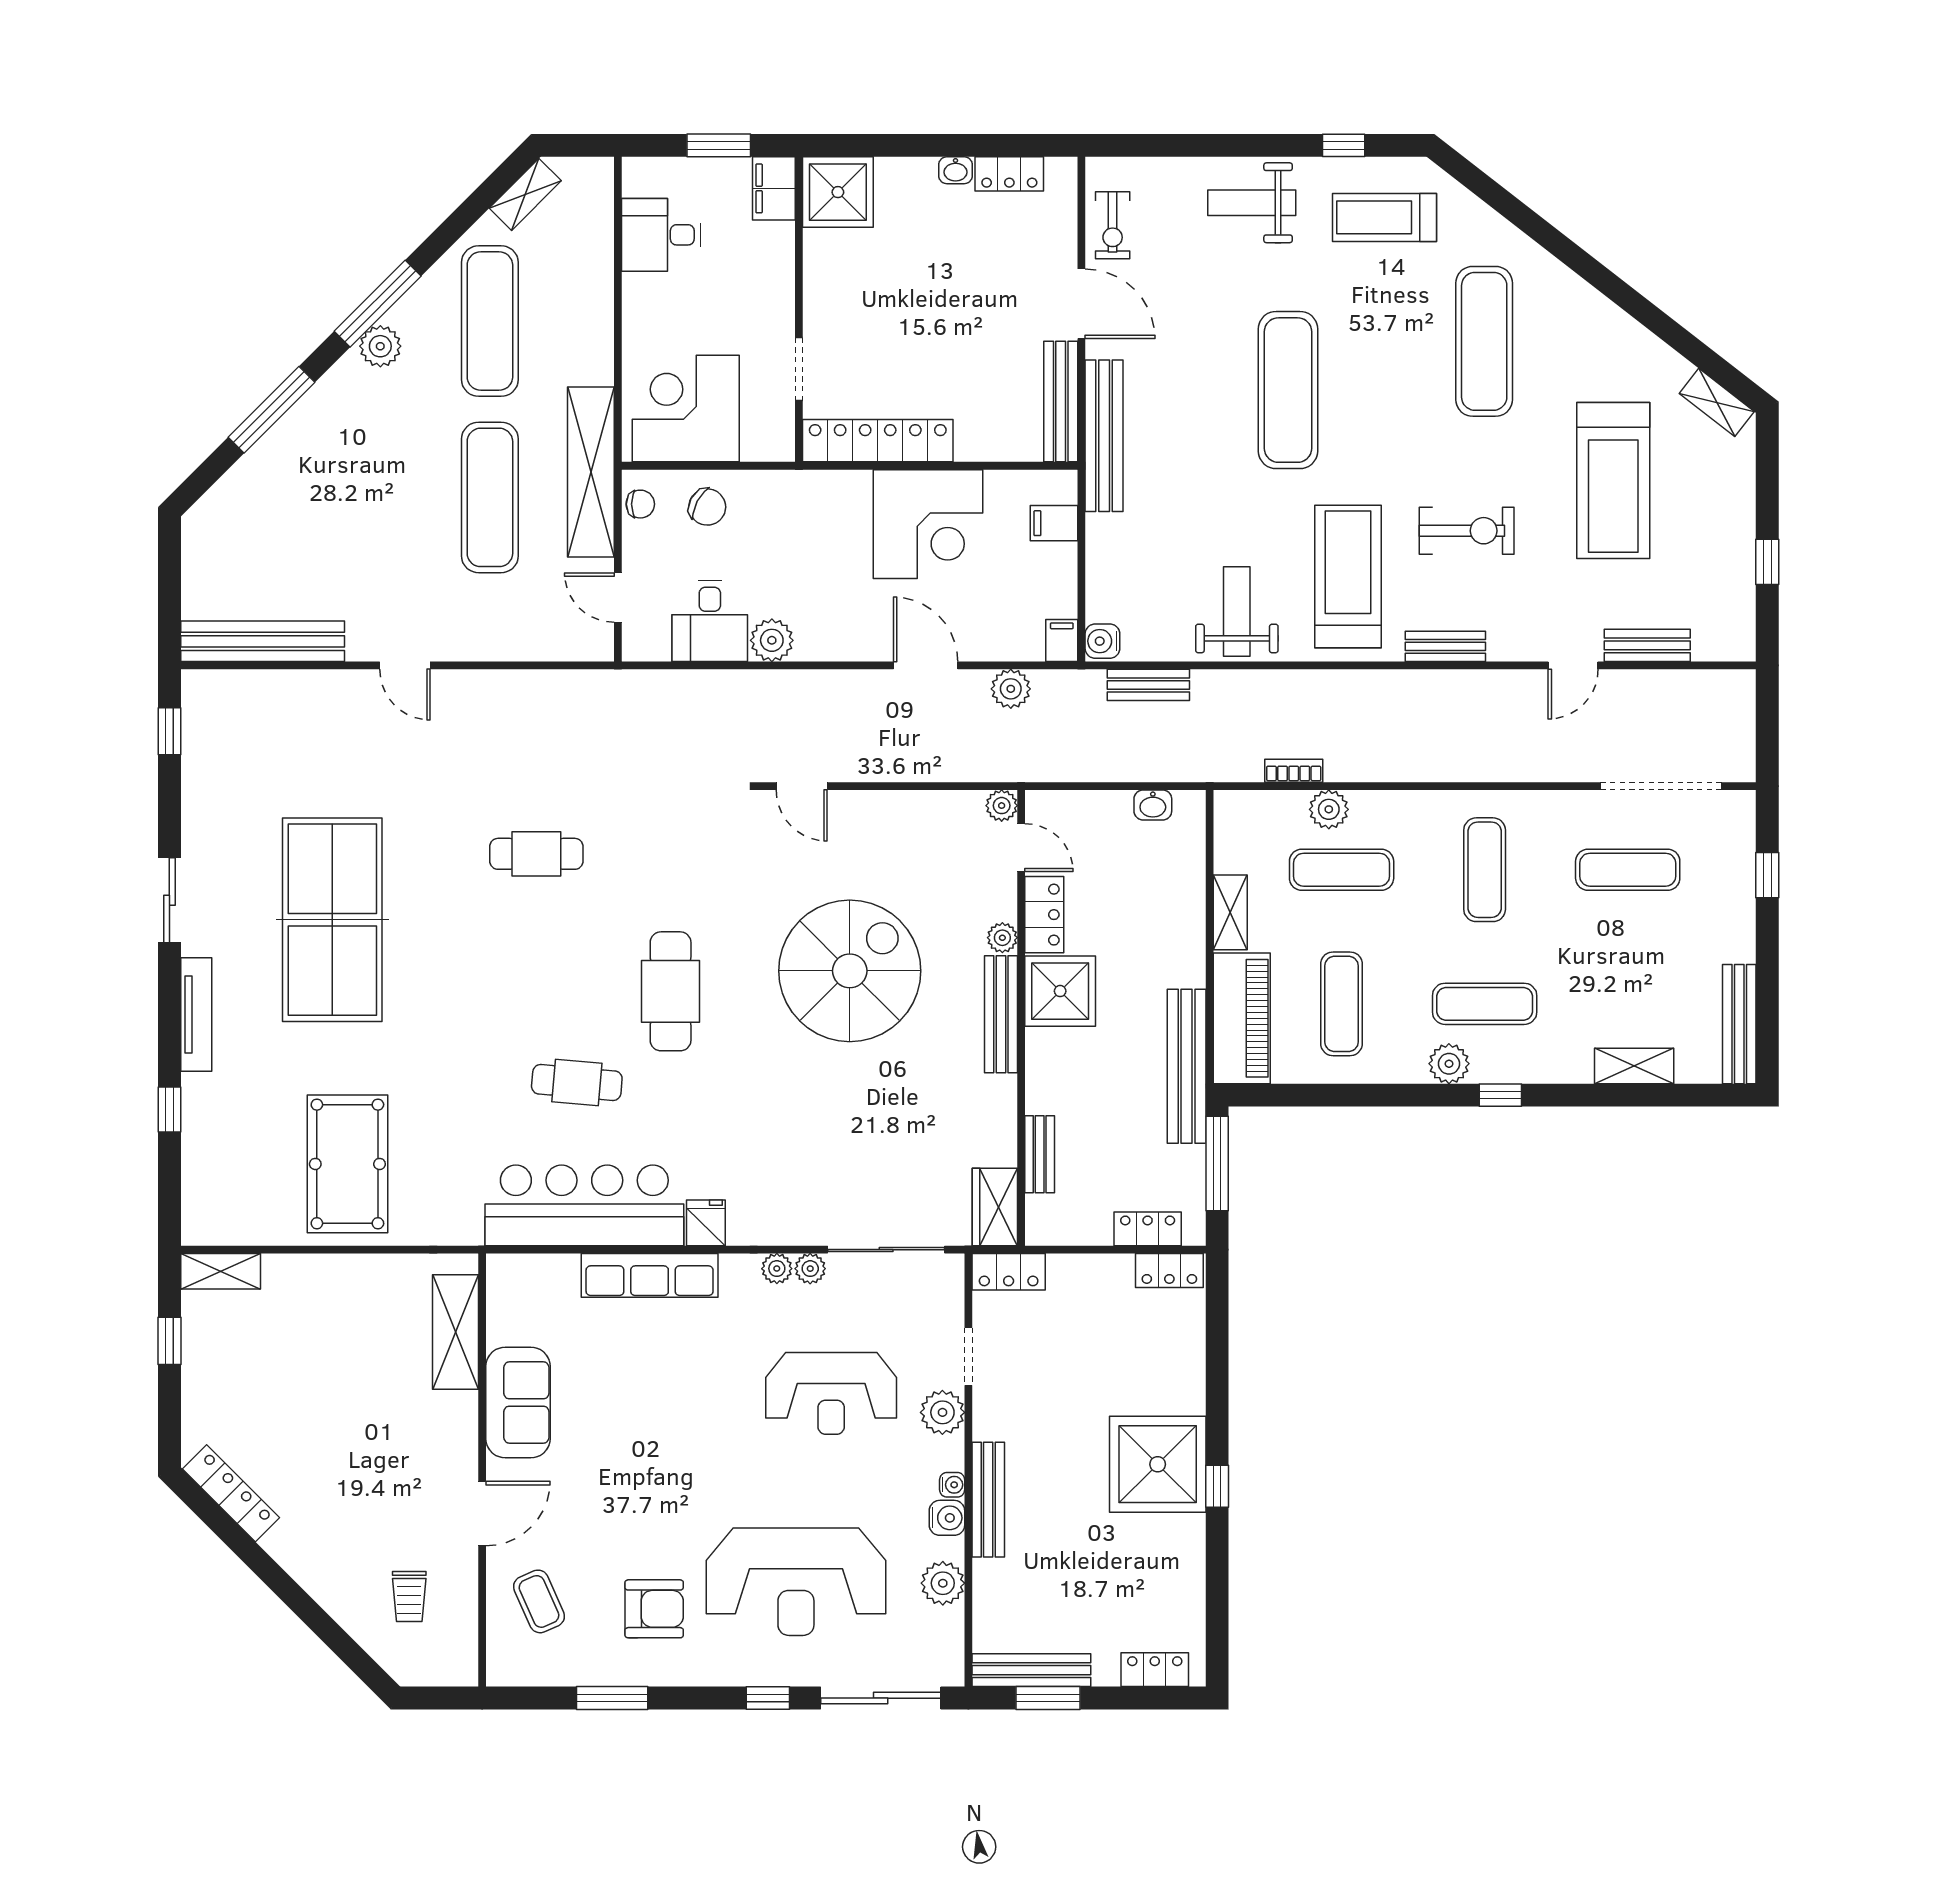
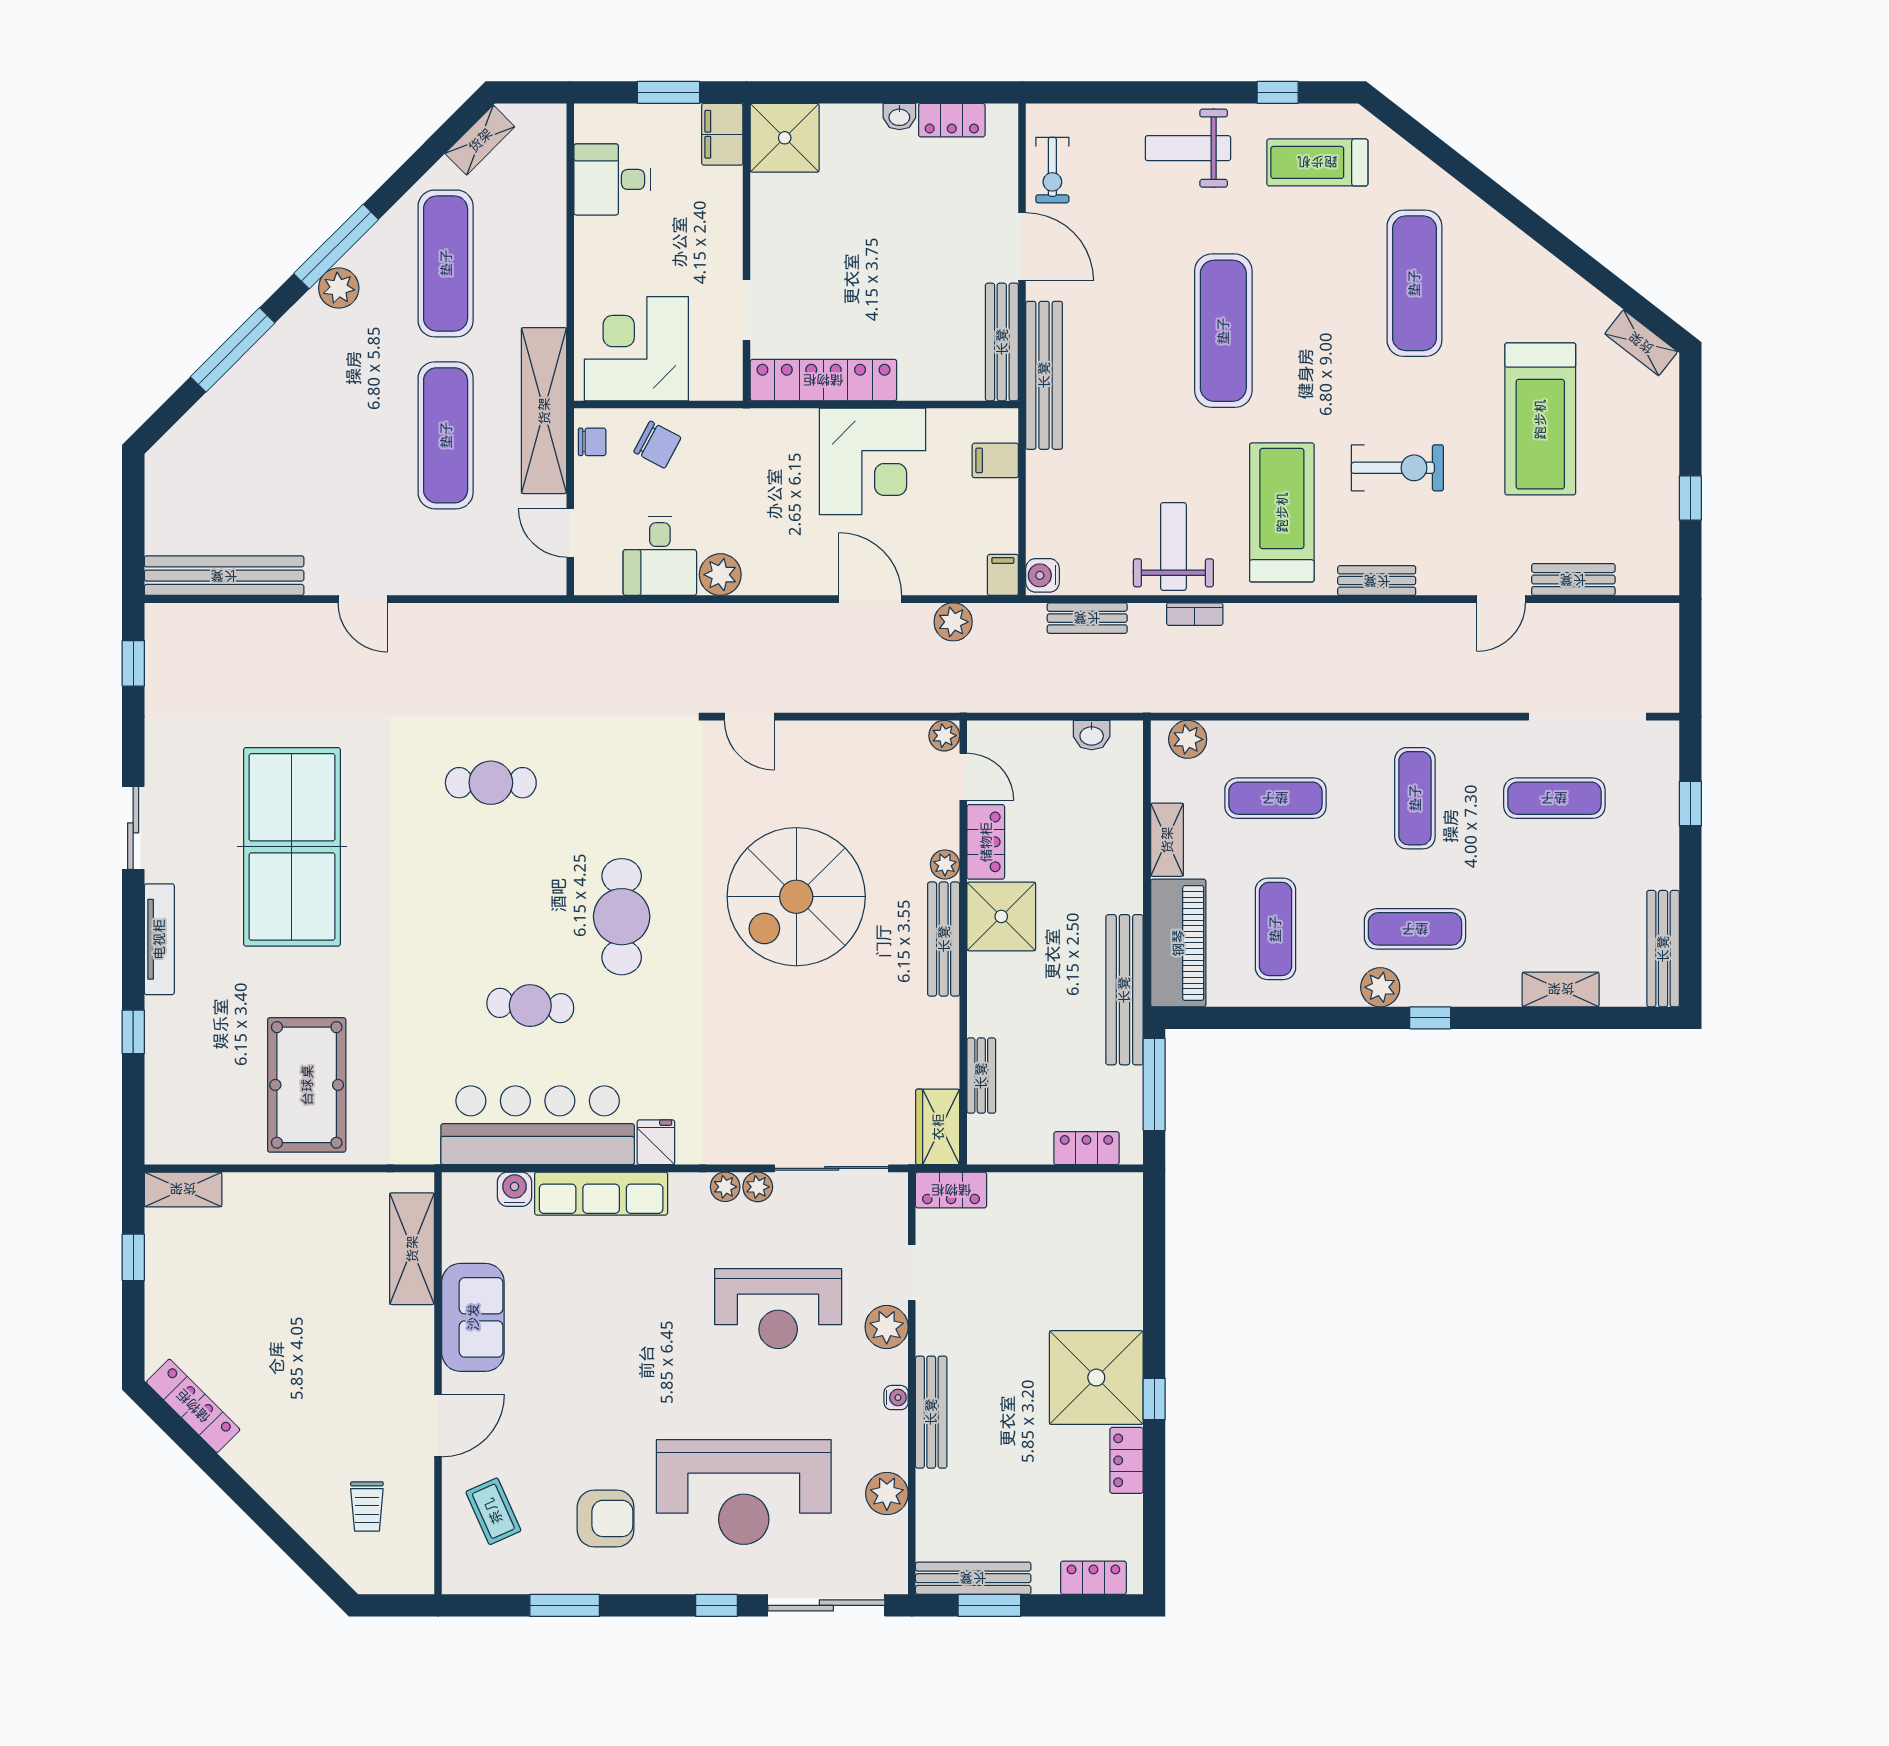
bookcase: (1294, 771) -> (1195, 614), moved, turned 180
plant: (1329, 809) -> (1188, 739), moved
spiral stairs: (850, 971) -> (796, 897), turned 180
locker: (1169, 1270) -> (1127, 1460), moved, turned 90
water cooler: (947, 1518) -> (514, 1189), moved, turned -90

